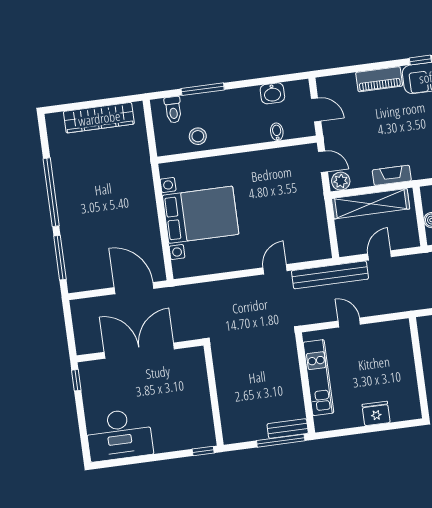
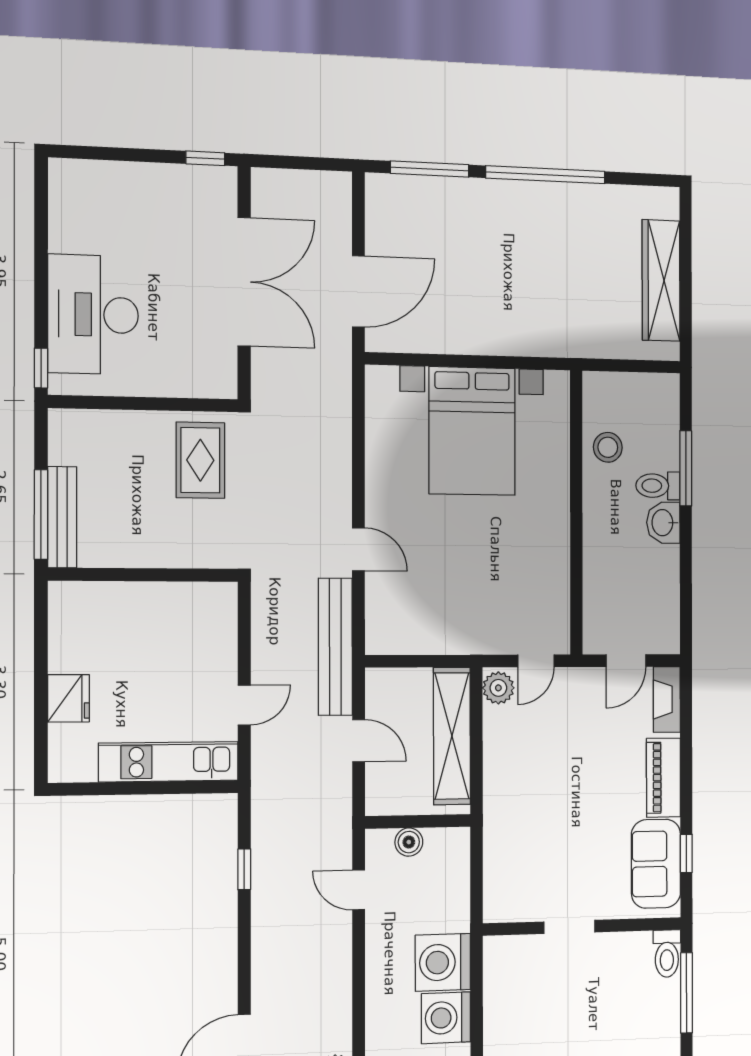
washbasin: (272, 93) -> (663, 523), moved
toilet: (173, 110) -> (658, 486), moved
bidet: (277, 132) -> (598, 587), removed
fireplace: (392, 175) -> (667, 699), moved, turned 180
door: (349, 323) -> (244, 705), moved
rug: (239, 361) -> (200, 460), added
kitchen unit: (318, 378) -> (169, 762), moved, turned 180
bench: (288, 429) -> (62, 517), width x1.36
desk: (119, 435) -> (93, 315), moved

